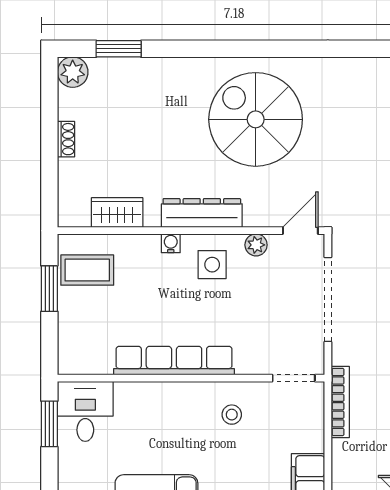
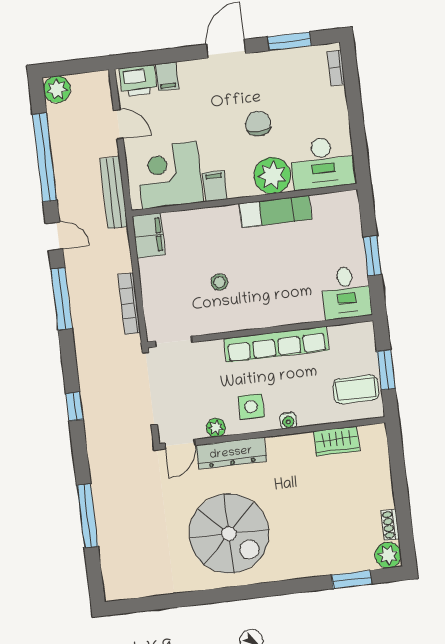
shoe rack: (66, 139) -> (390, 525), moved
dresser: (202, 213) -> (231, 453), moved
row of seats: (174, 361) -> (276, 344), moved
wall: (191, 378) -> (260, 331), moved
doorway: (294, 378) -> (174, 342), moved
desk: (85, 411) -> (346, 293), moved

